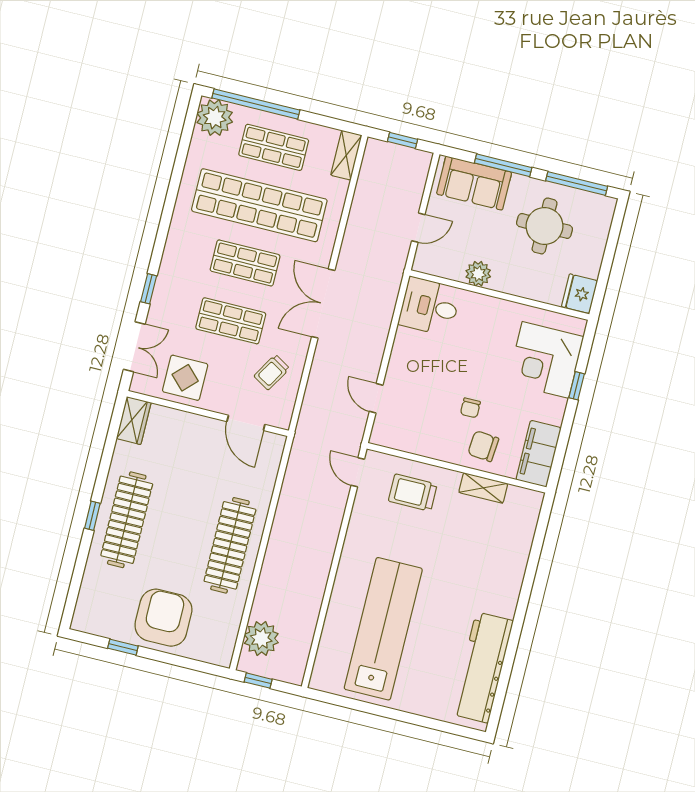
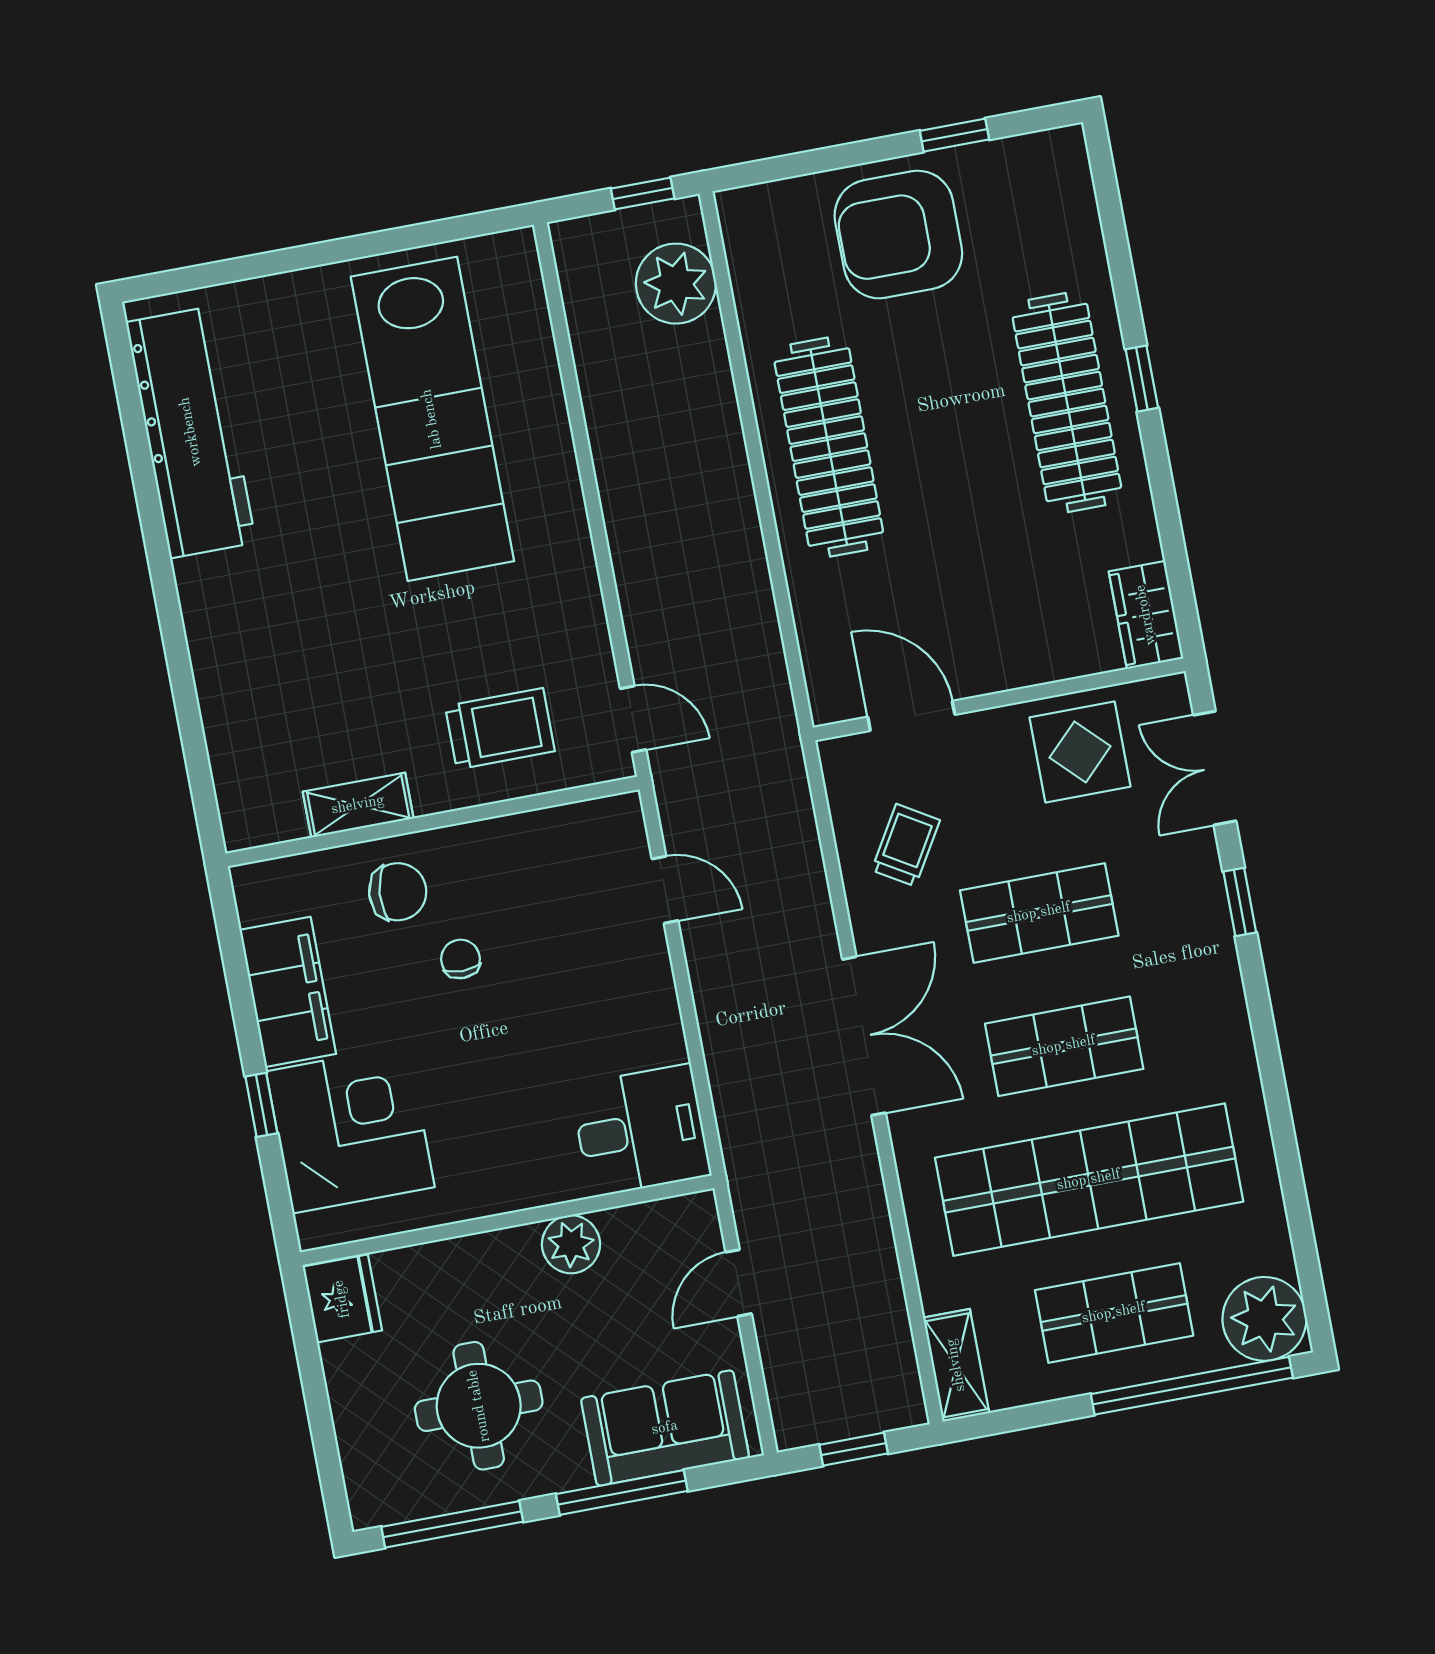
filing cabinet: (539, 454) -> (288, 992), moved
armchair: (163, 618) -> (898, 235), turned 90

